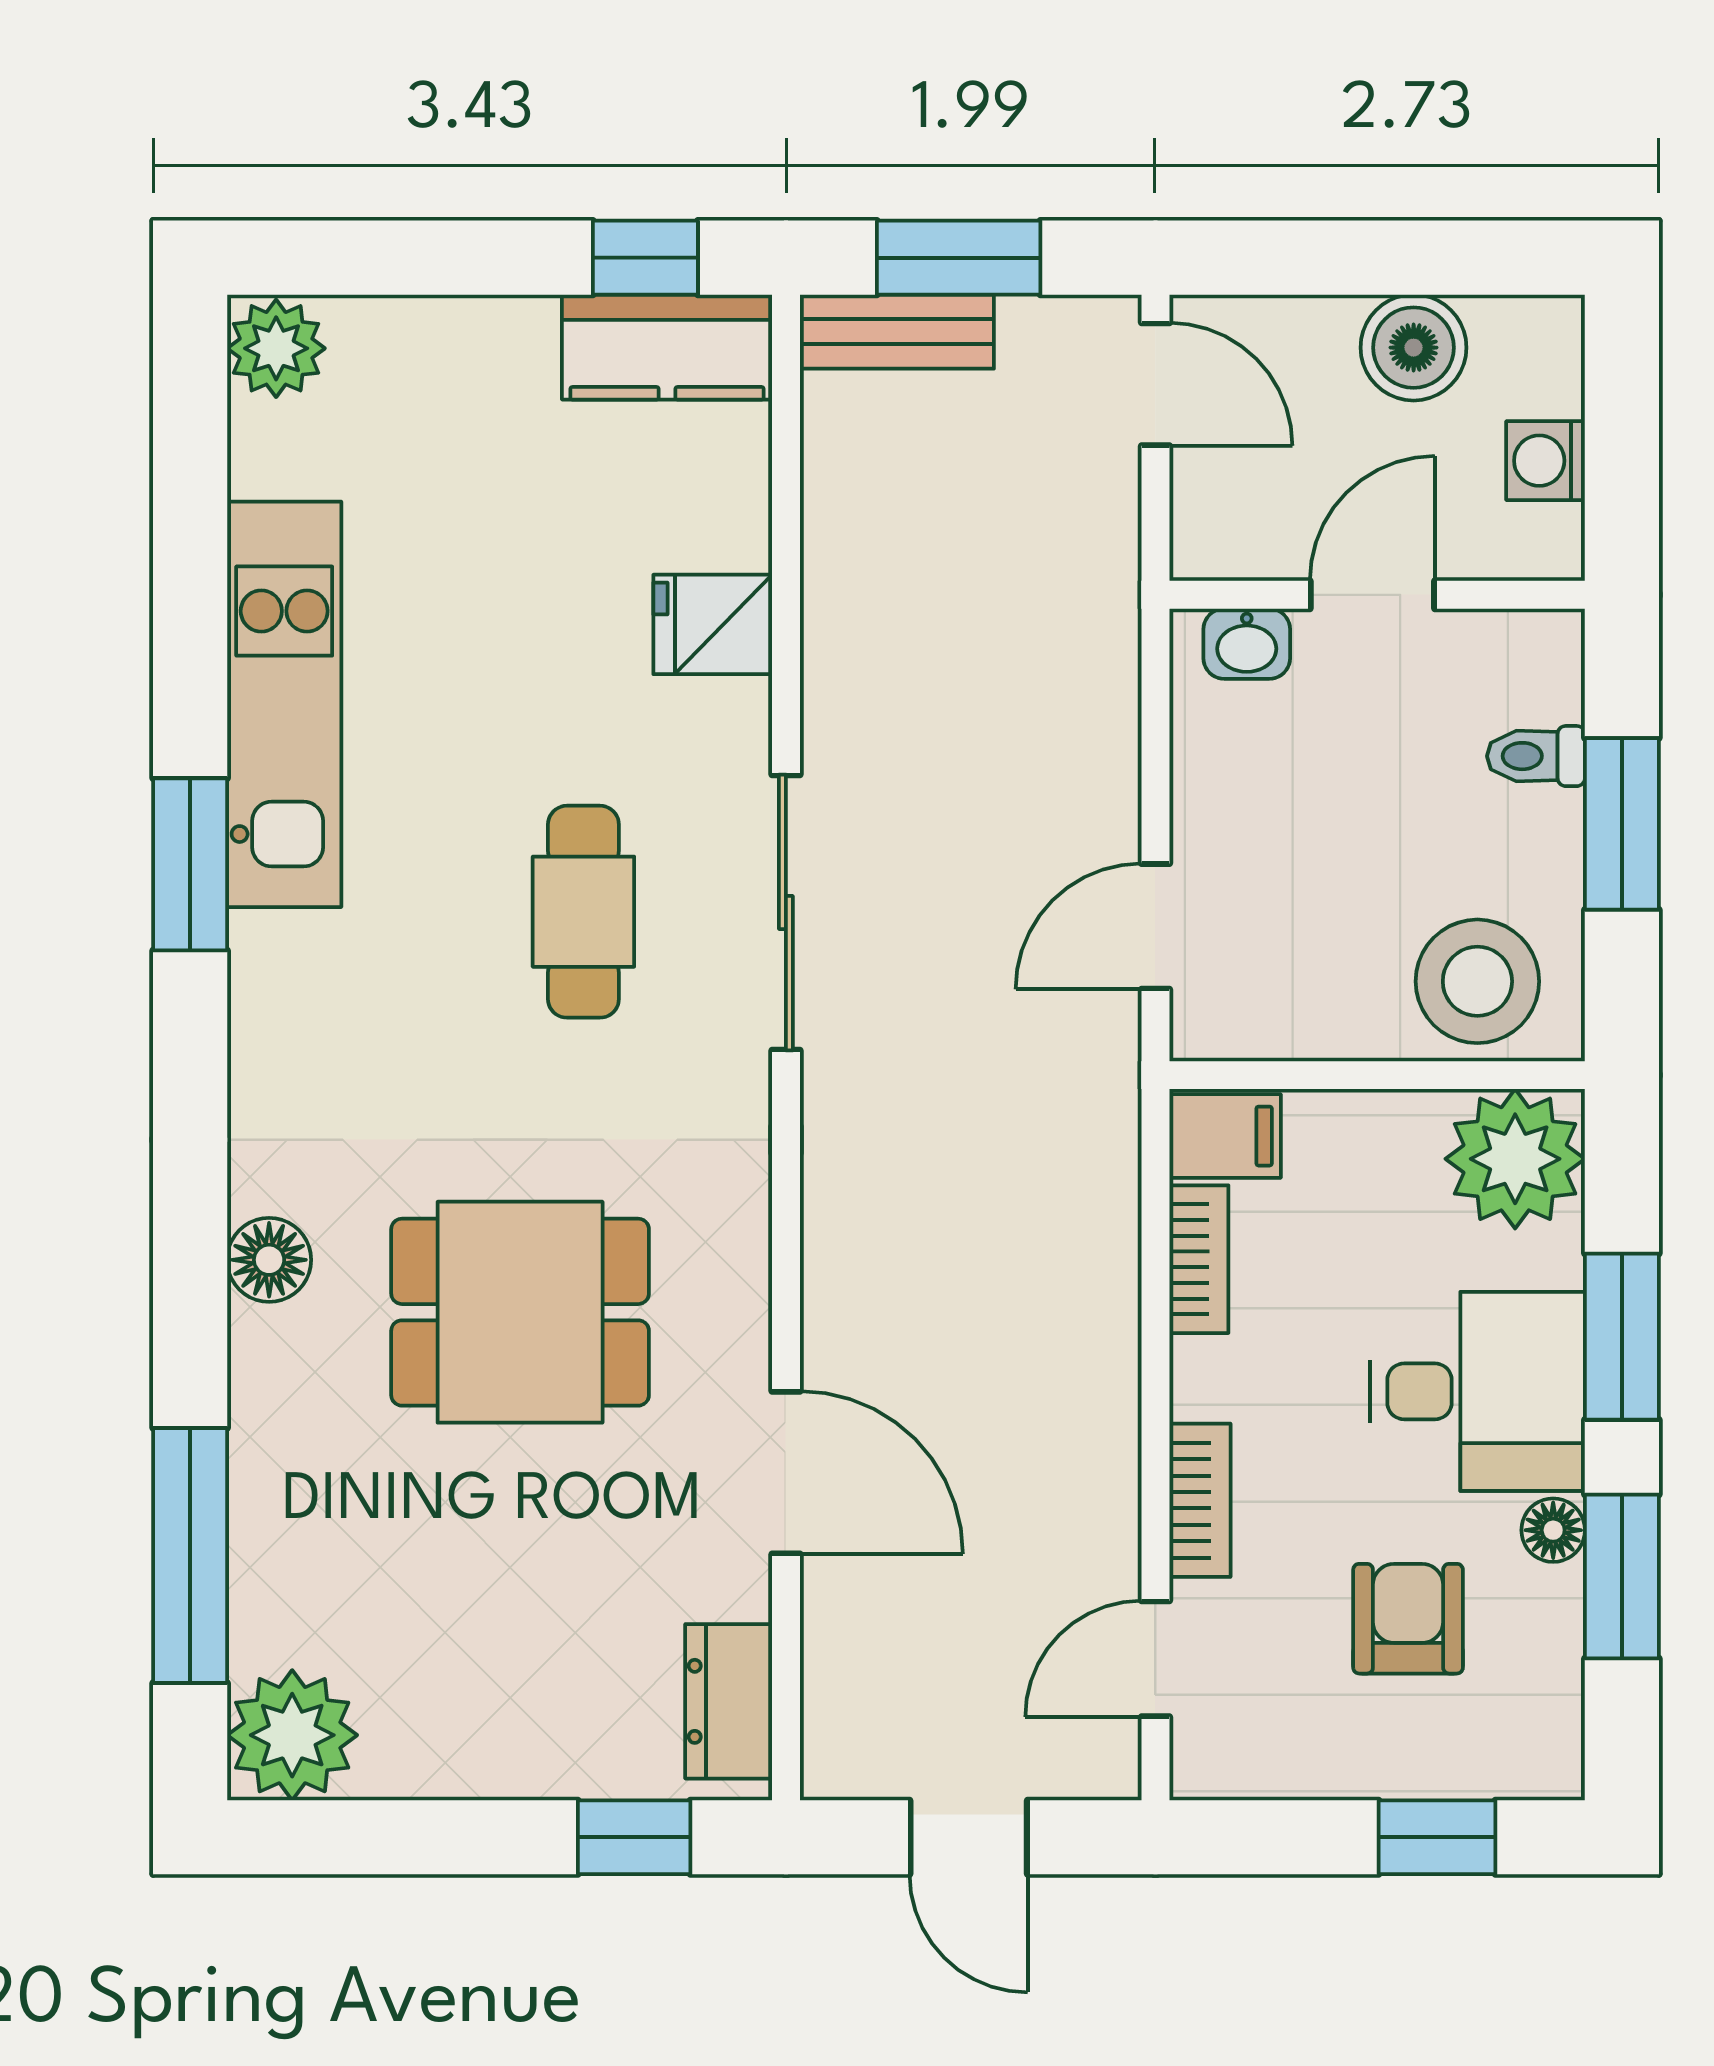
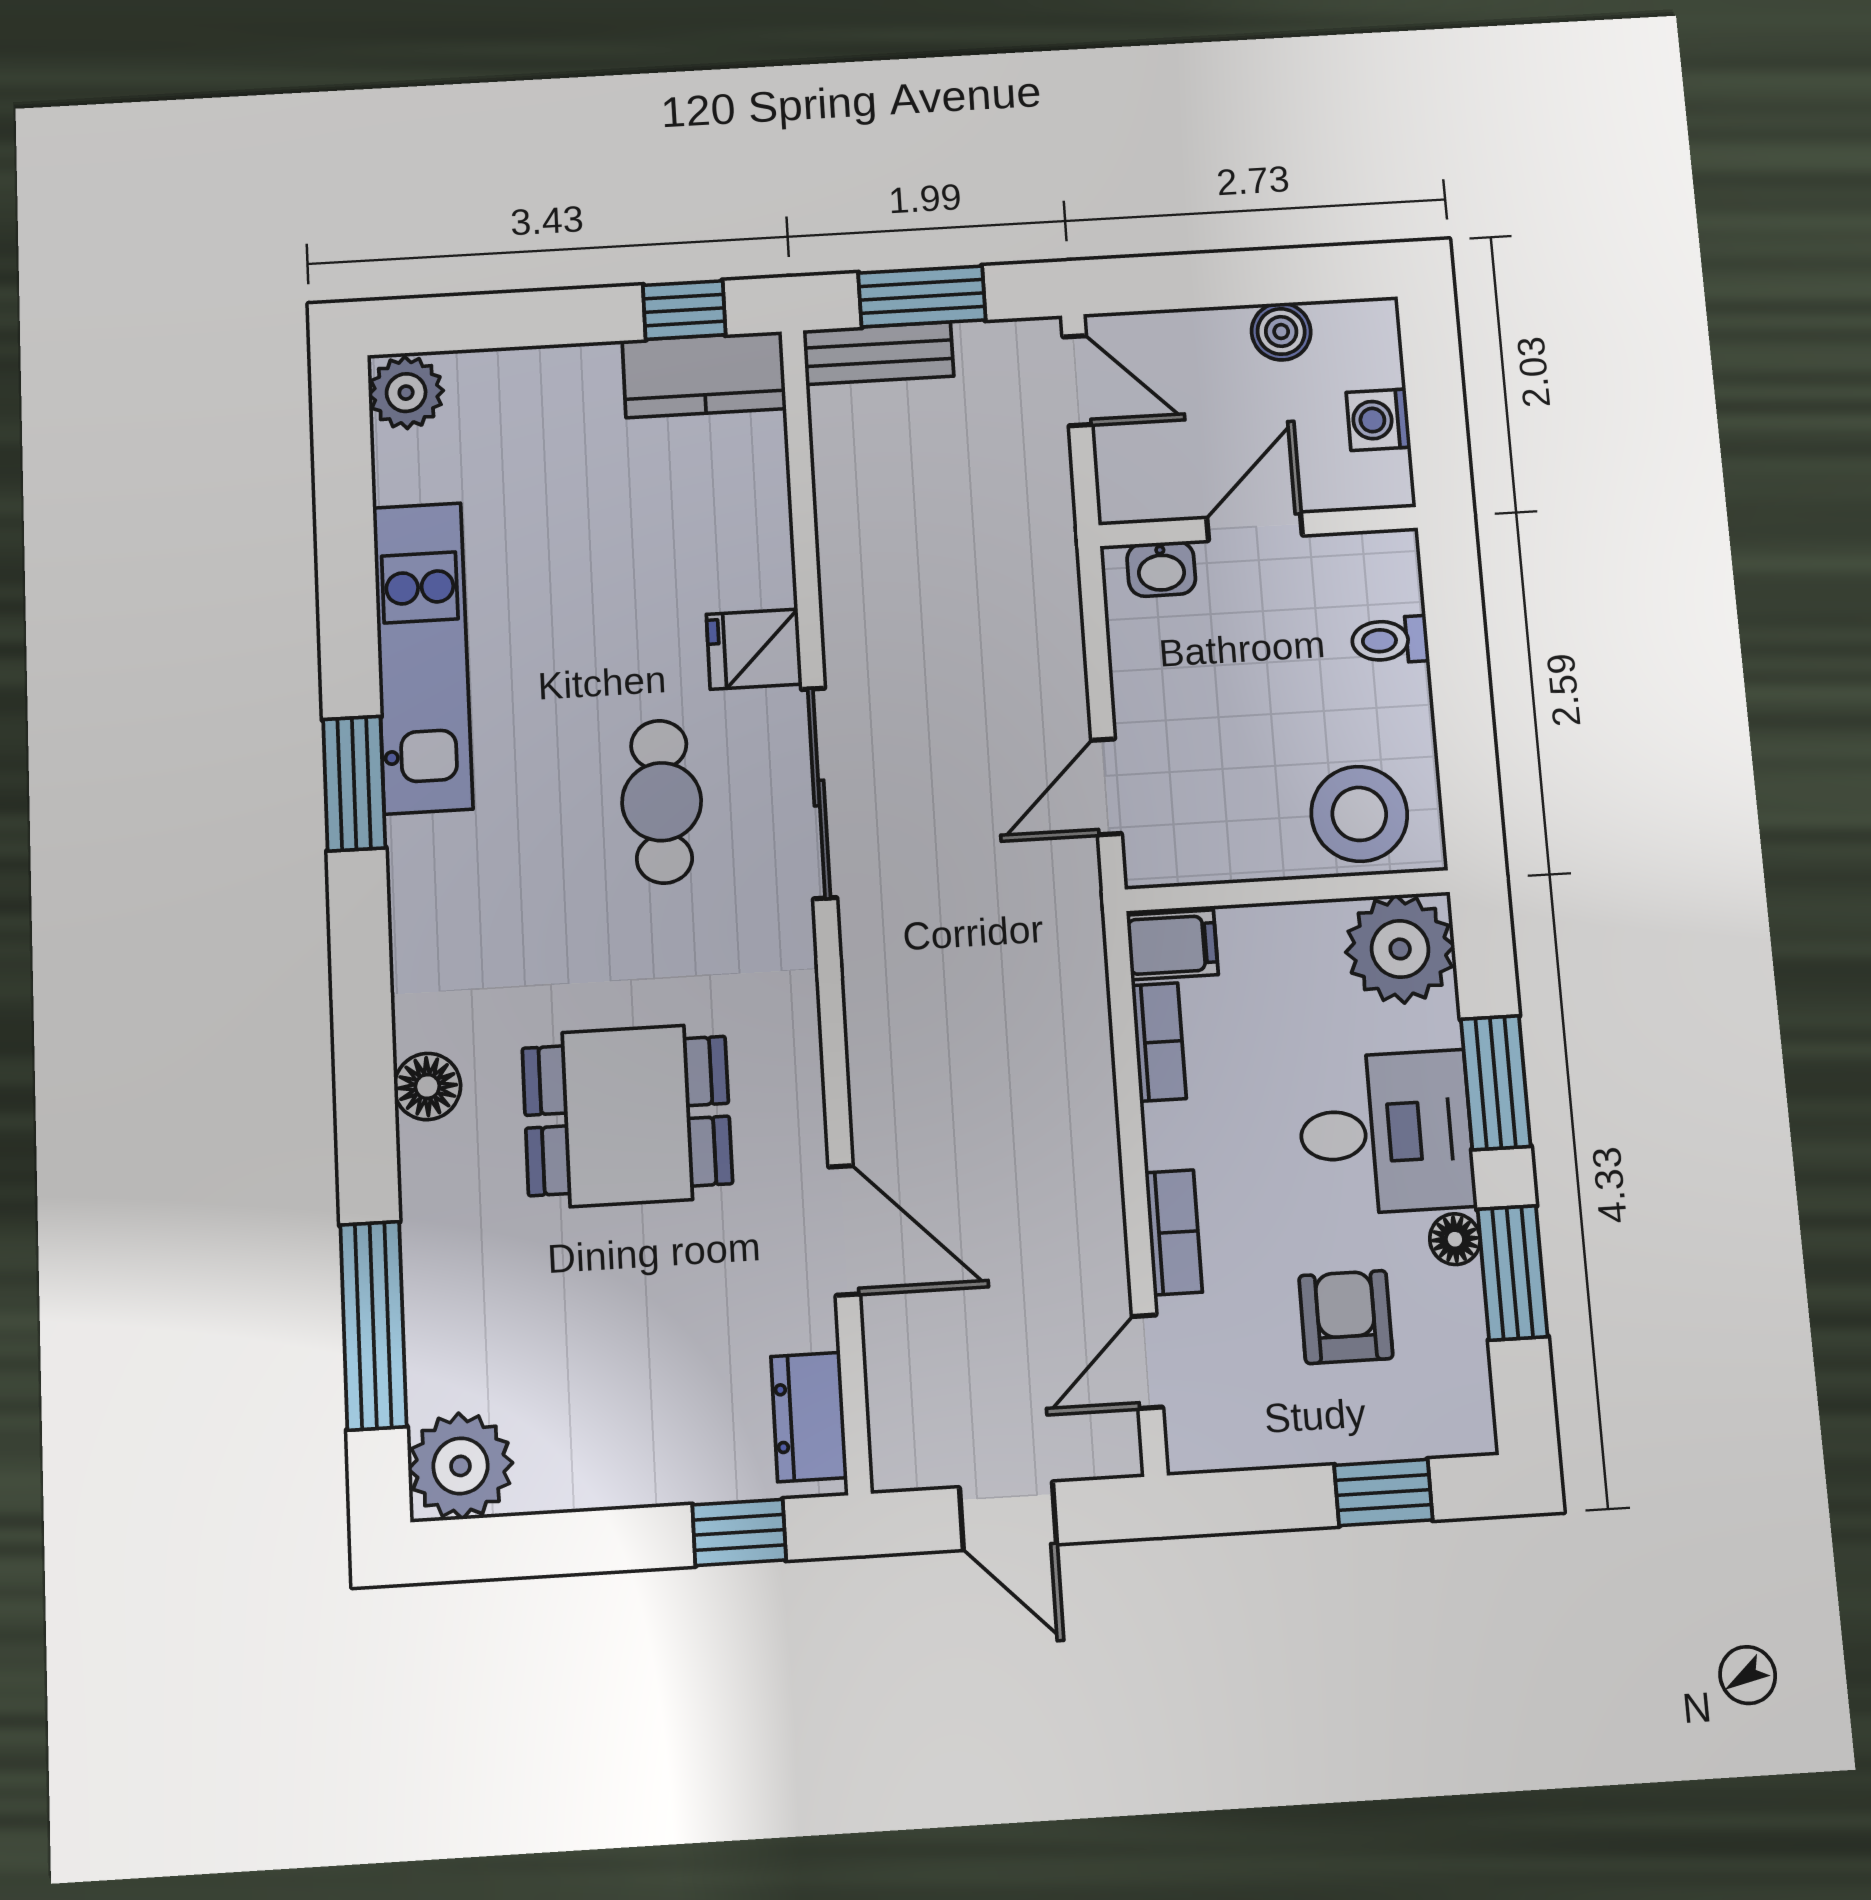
boiler: (1414, 348) -> (1281, 332), width x0.73, depth x0.73
fridge: (713, 624) -> (754, 649), moved
window: (1622, 824) -> (1461, 688), removed

